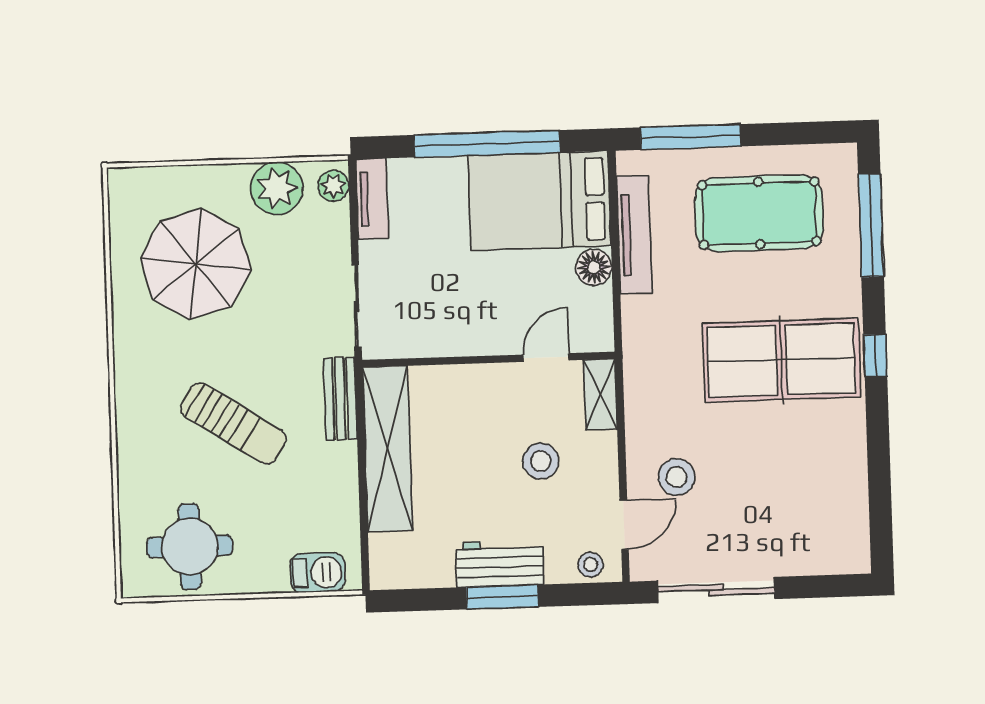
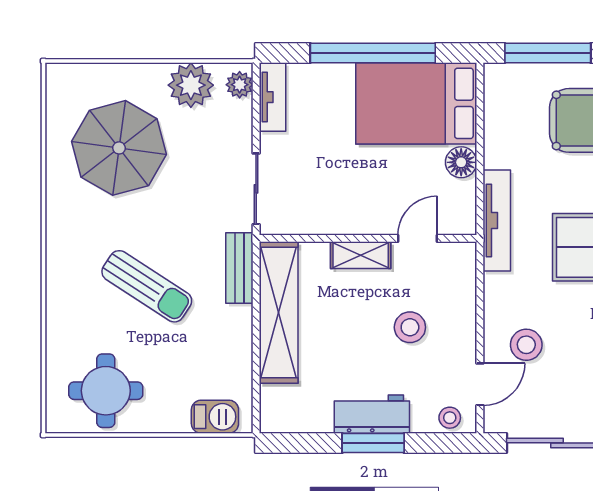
tv unit: (634, 235) -> (497, 220), moved
shelving: (600, 394) -> (361, 255), moved, turned 90

